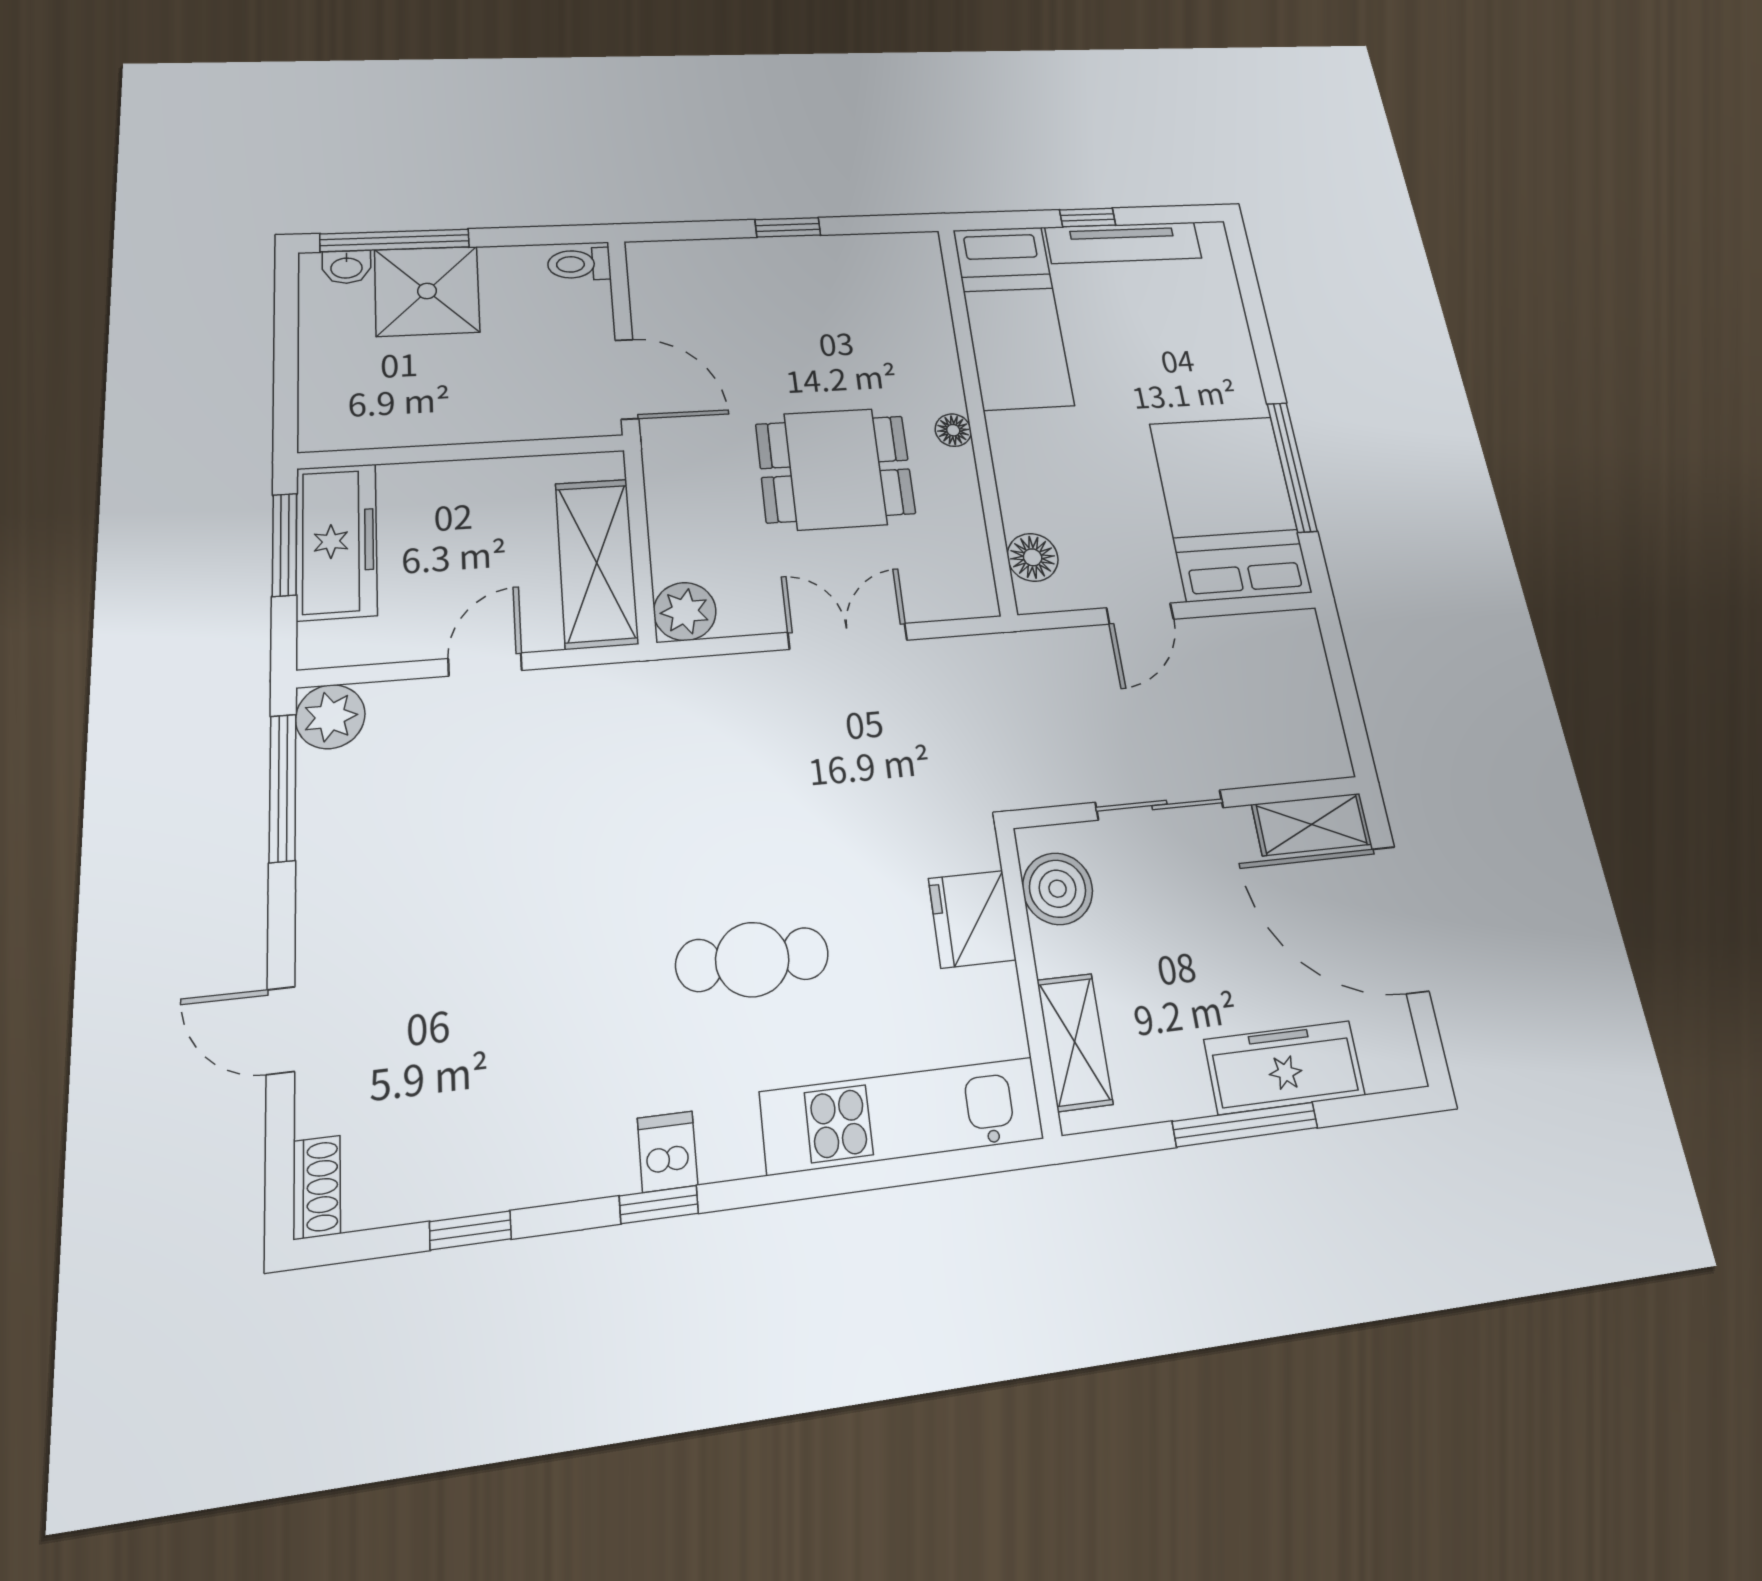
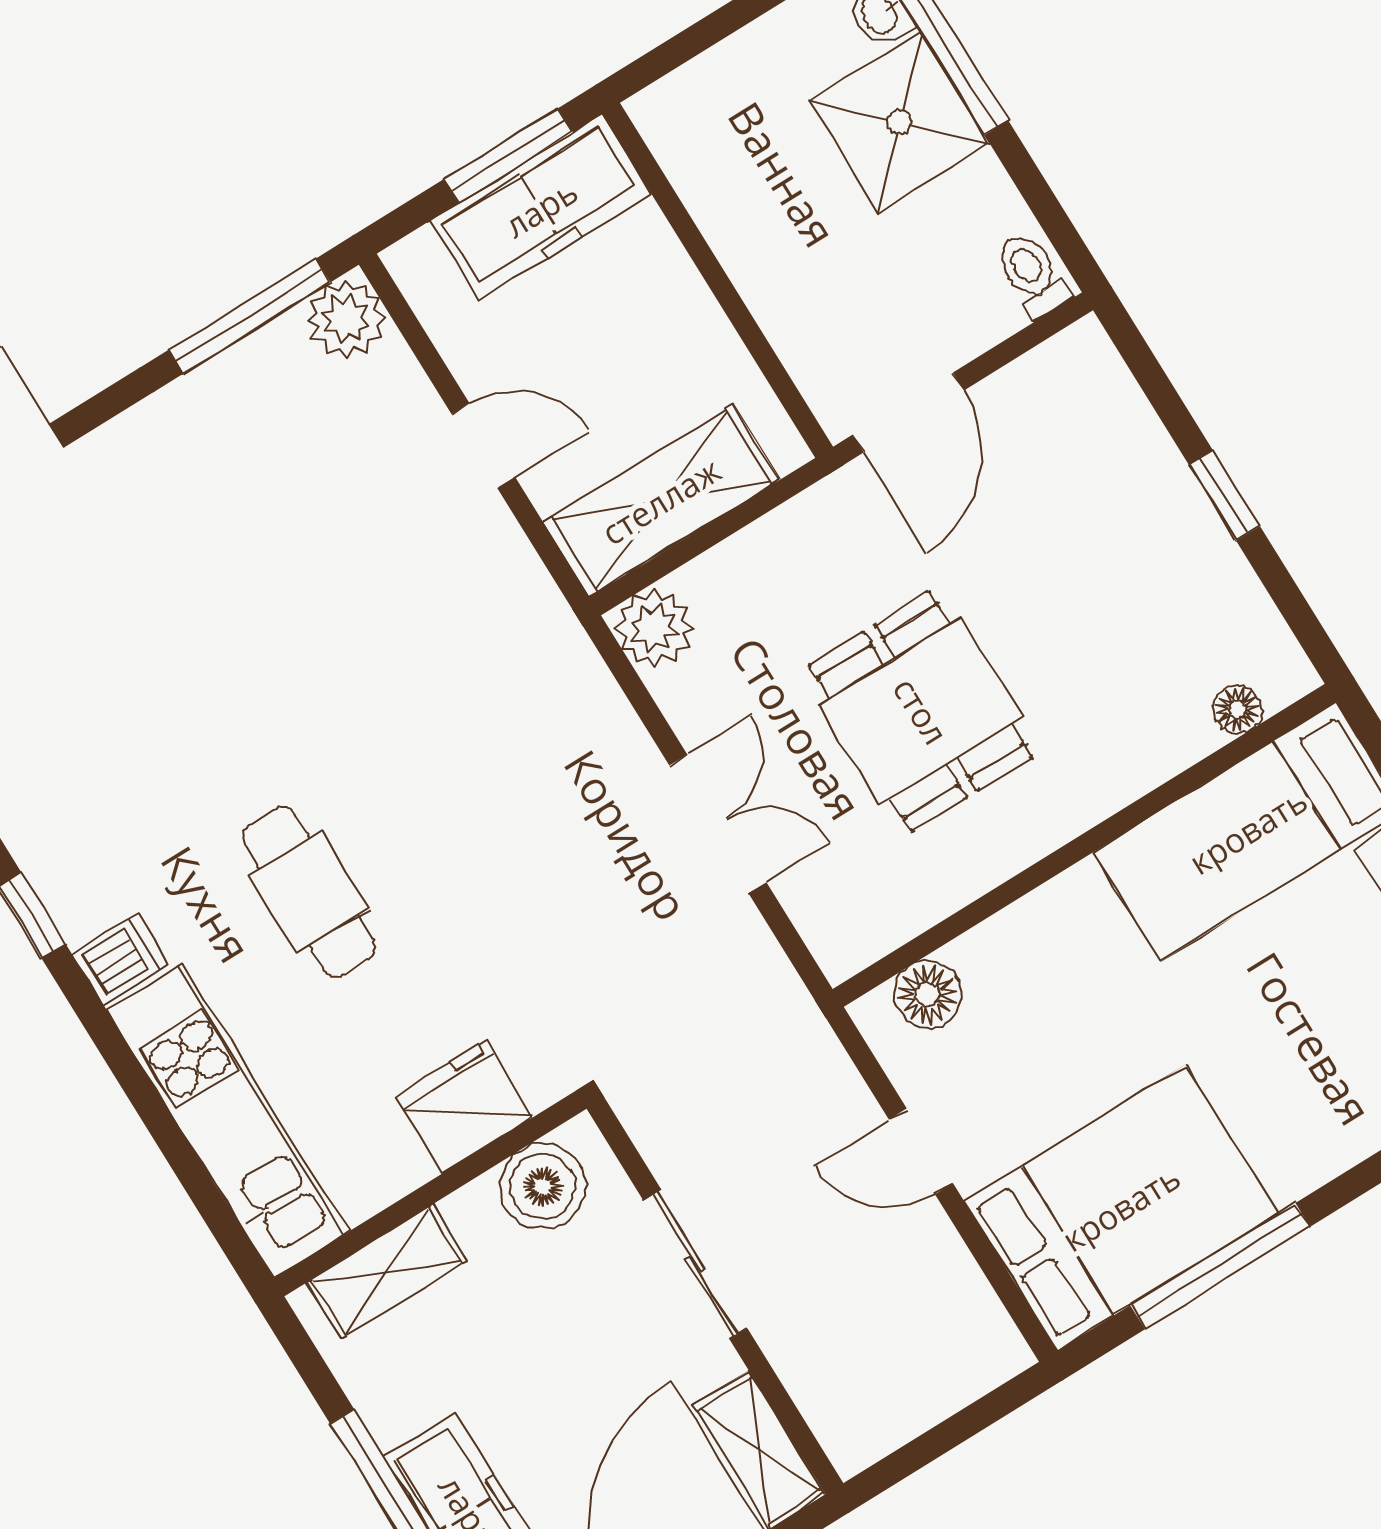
floor lamp: (953, 430) -> (1237, 709), moved
dishwasher: (668, 1152) -> (121, 959), moved

